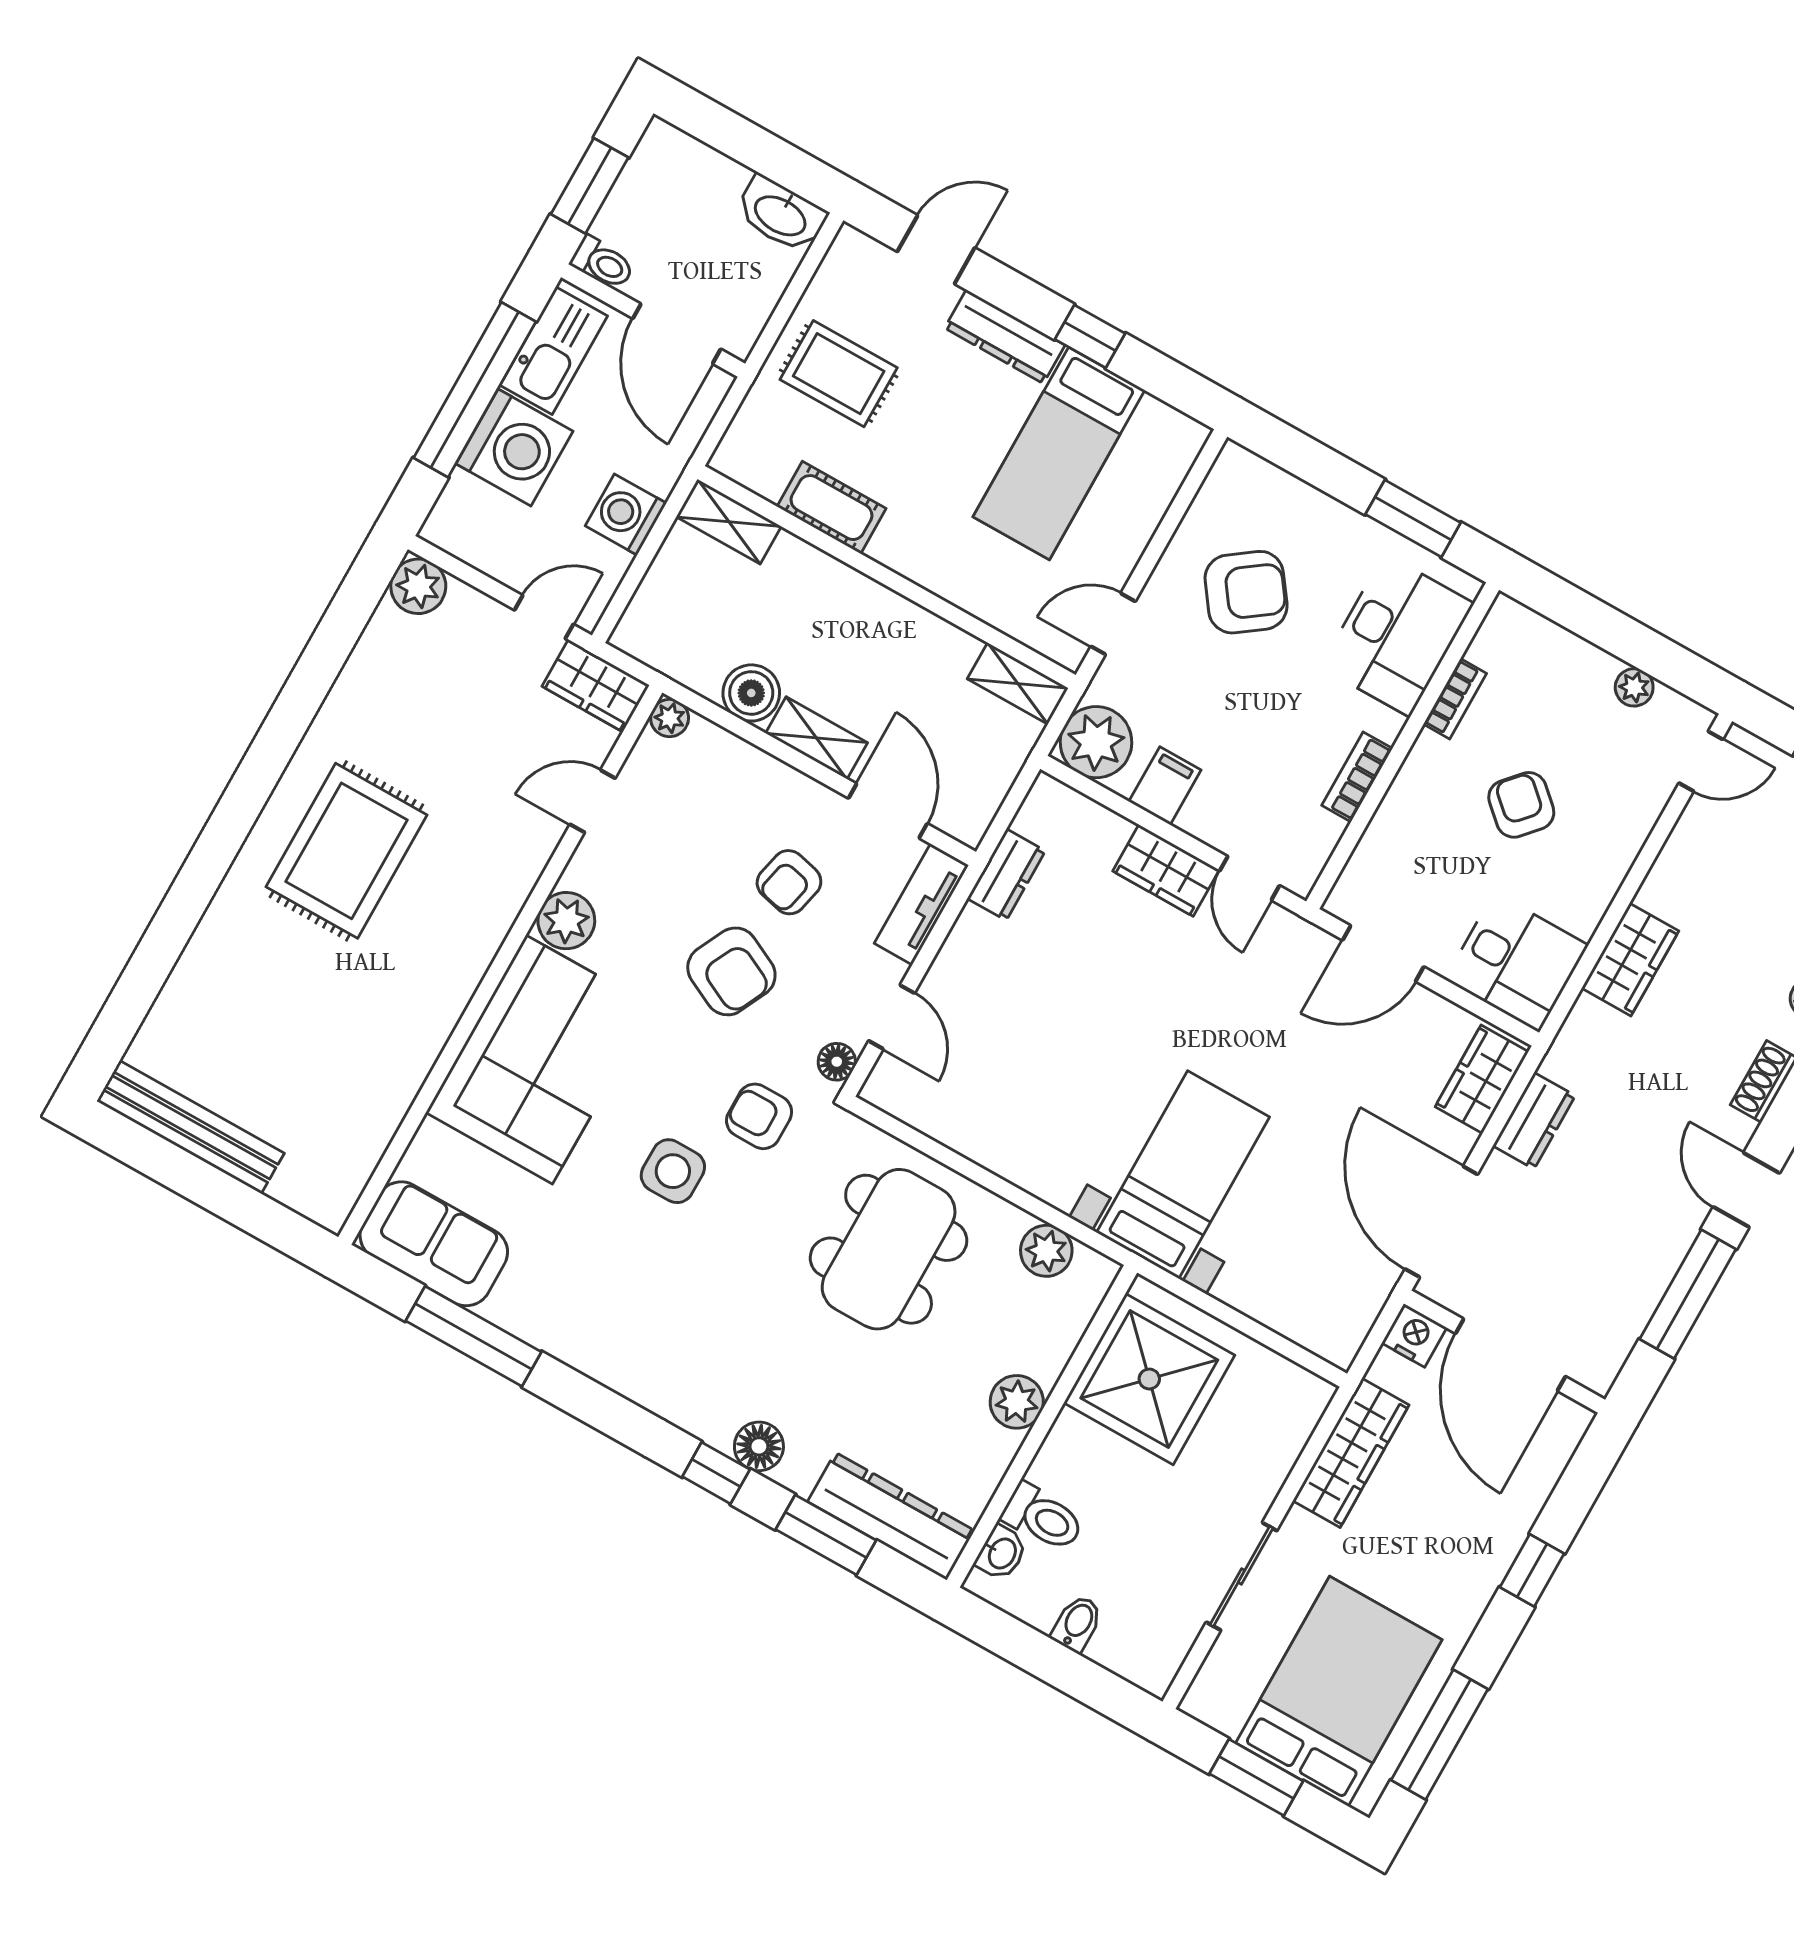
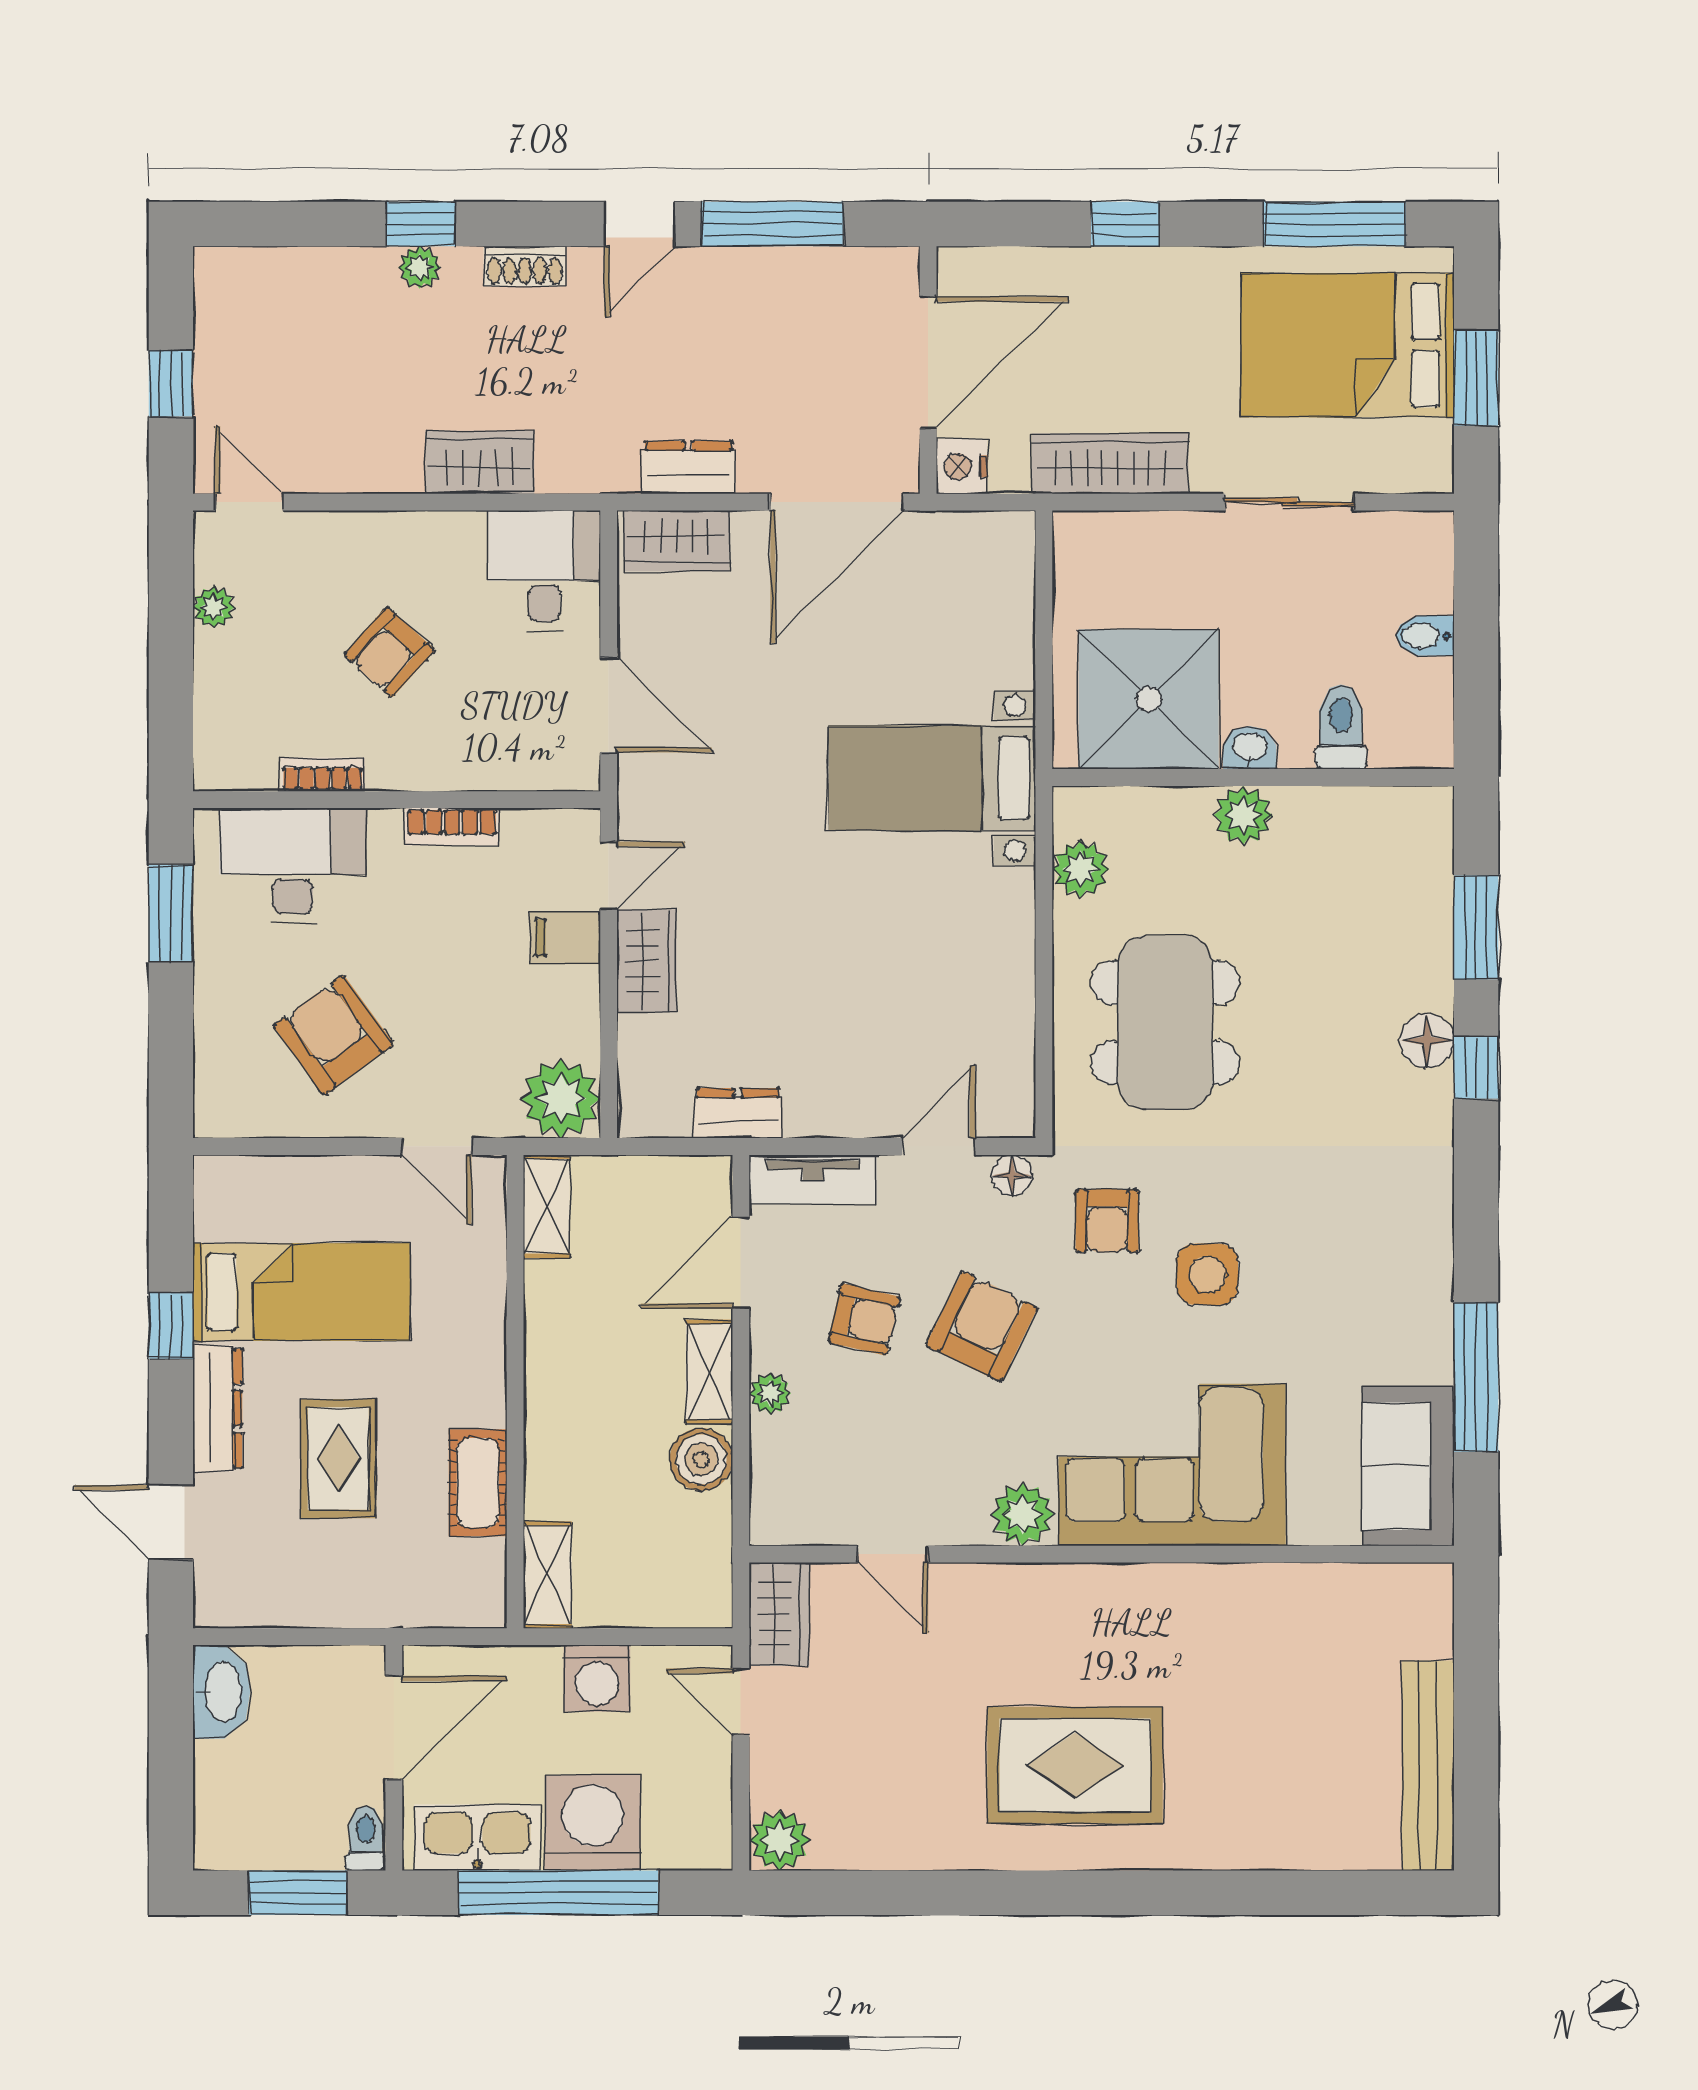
rug: (839, 374) -> (338, 1459), moved
plant: (670, 718) -> (770, 1393), moved
filing cabinet: (1165, 786) -> (565, 938), moved
dining table: (889, 1249) -> (1165, 1023), turned 90
dresser: (891, 1516) -> (1422, 875), removed
washbasin: (1001, 1553) -> (1250, 748), moved

